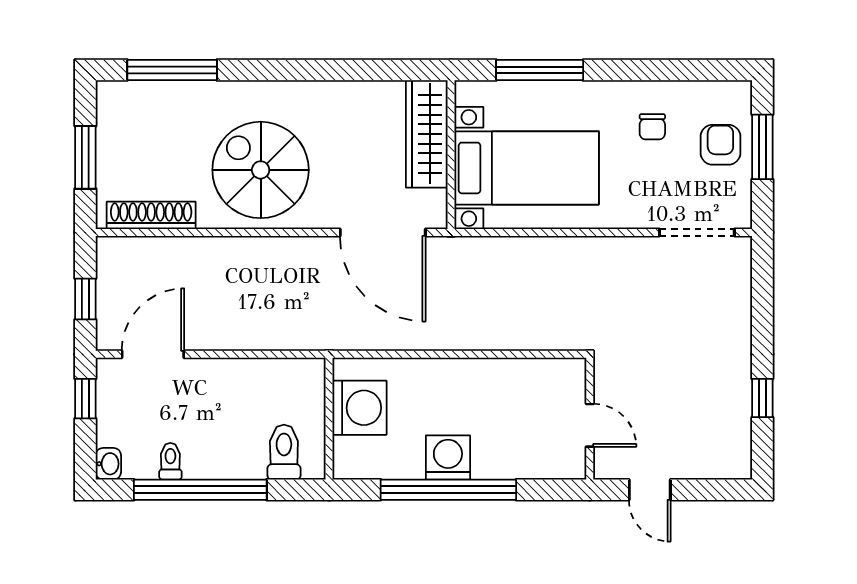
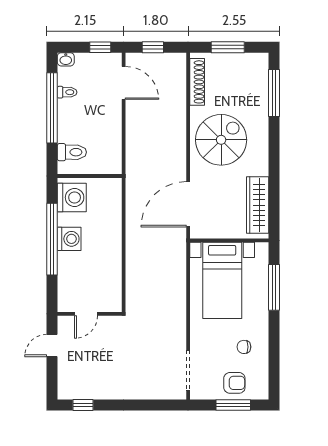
wardrobe: (427, 134) -> (258, 205), moved, turned -90
window: (762, 398) -> (83, 405), moved
washing machine: (360, 408) -> (72, 197), moved, turned -90

